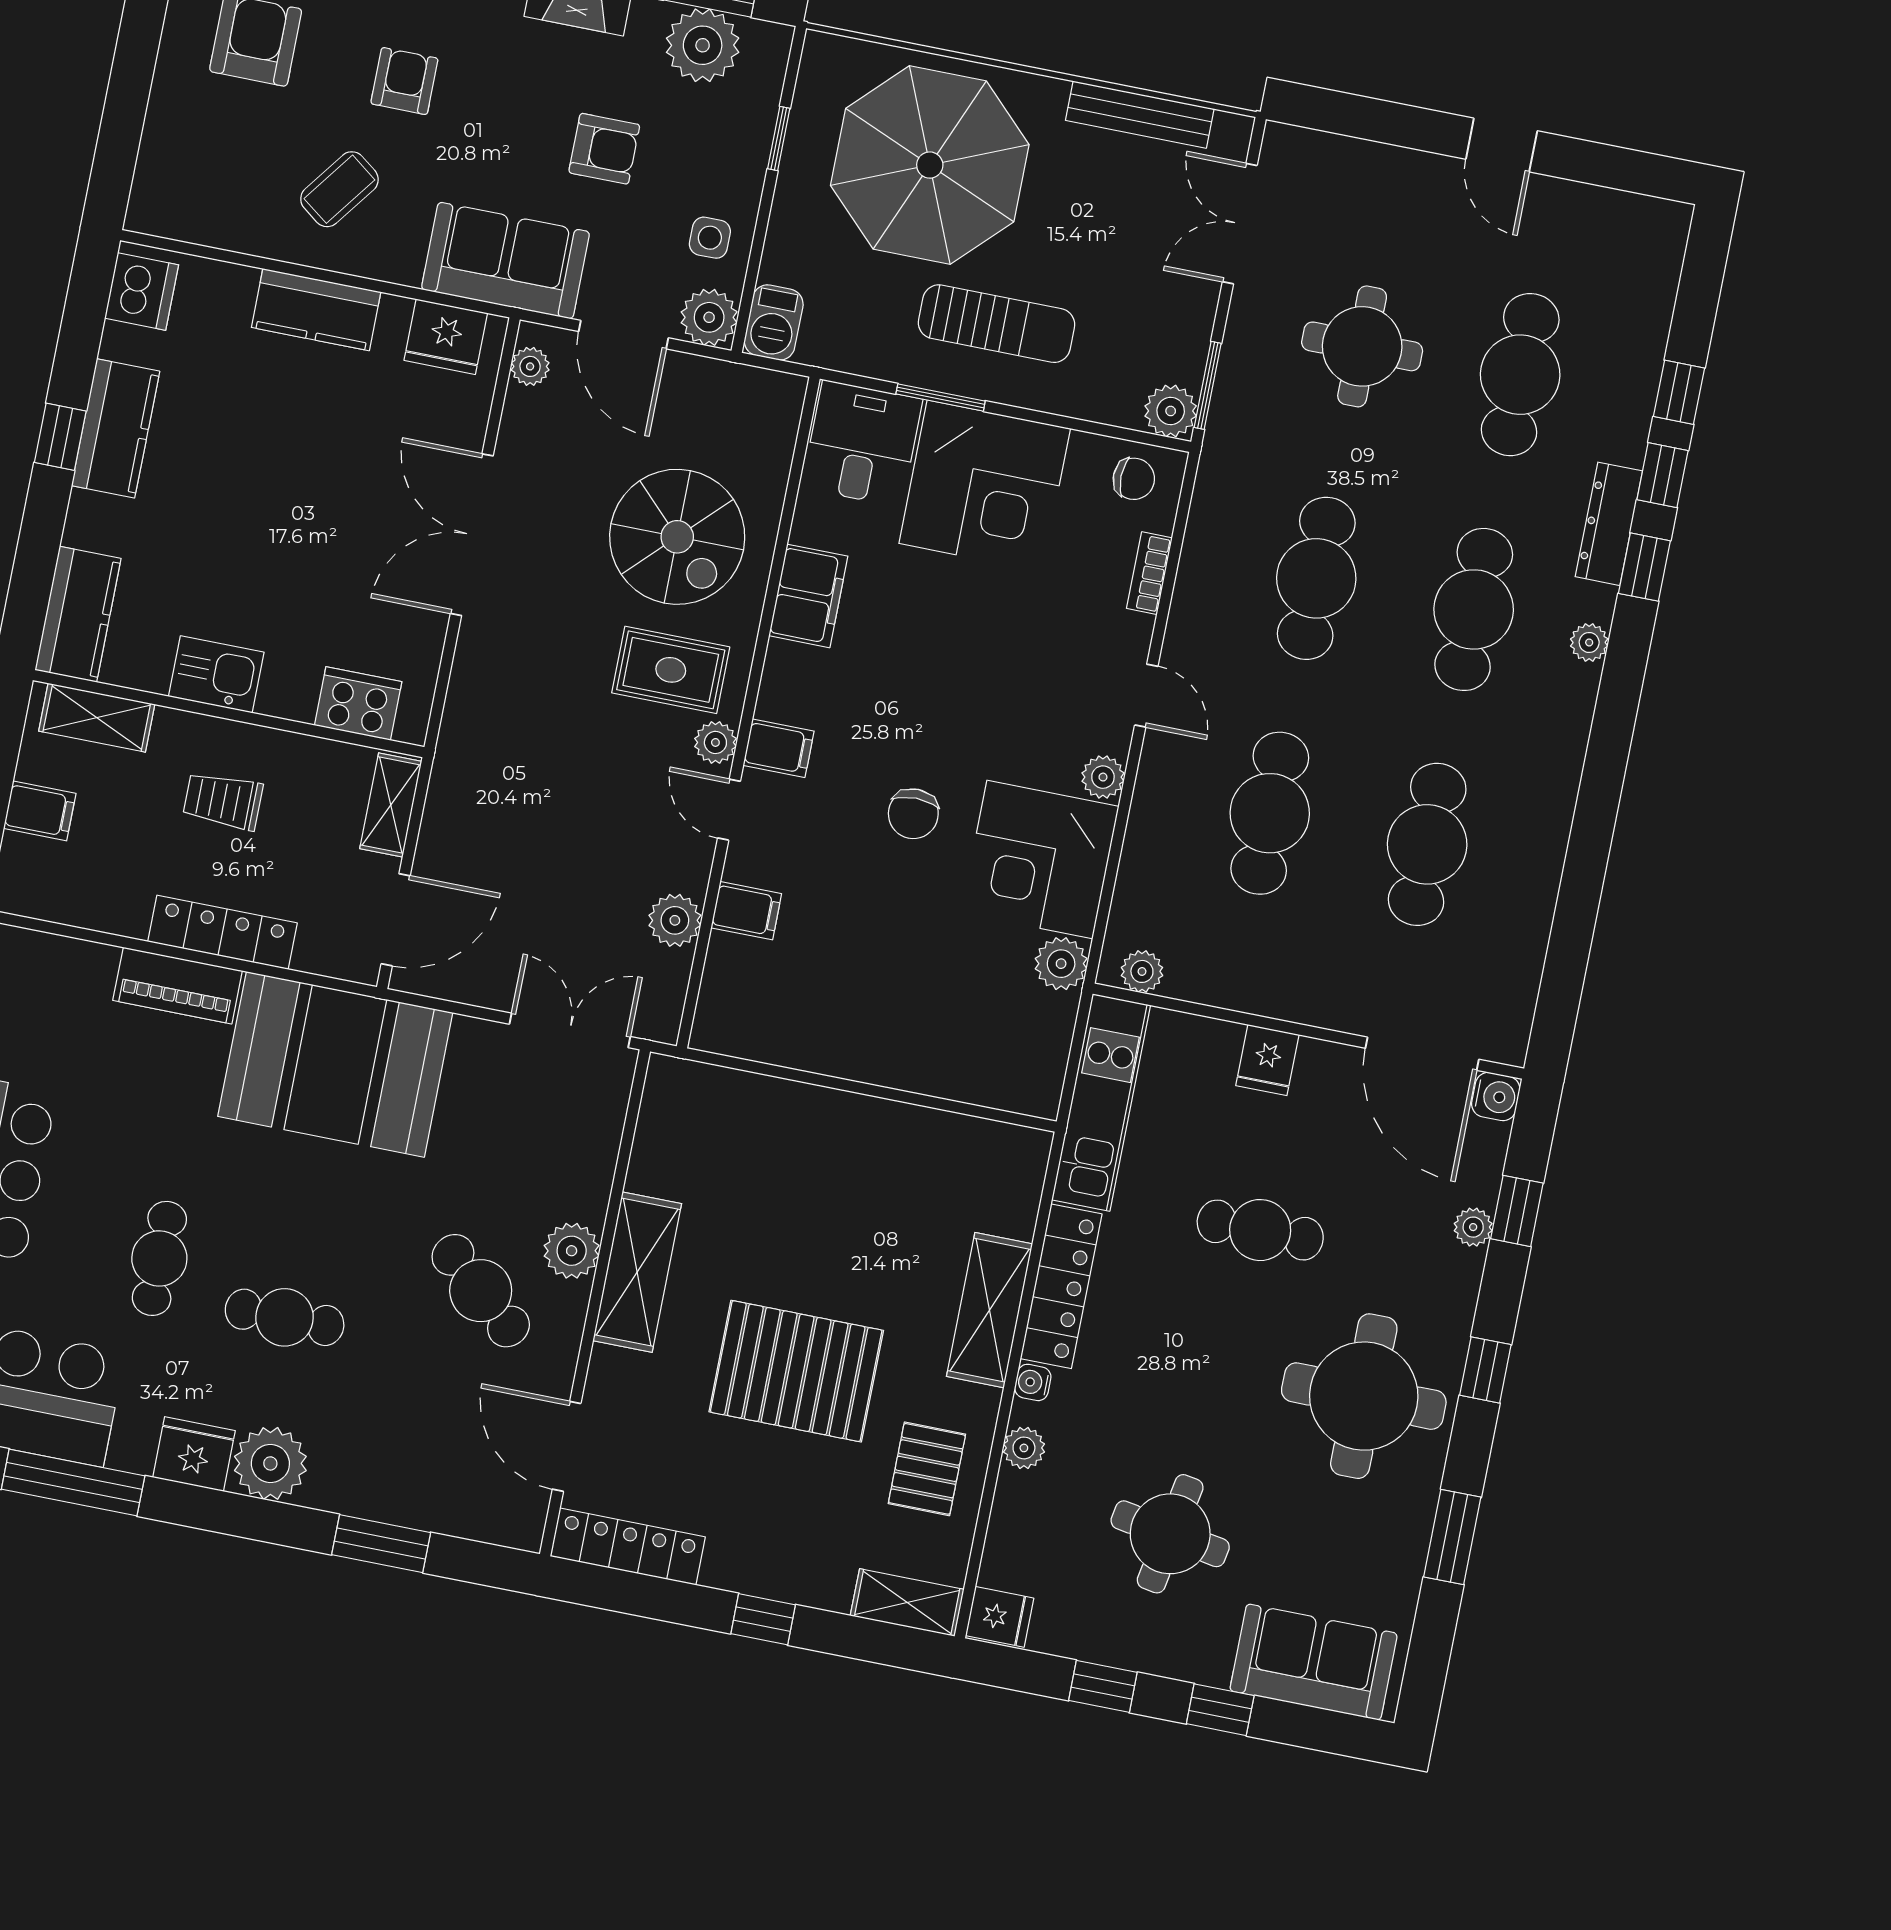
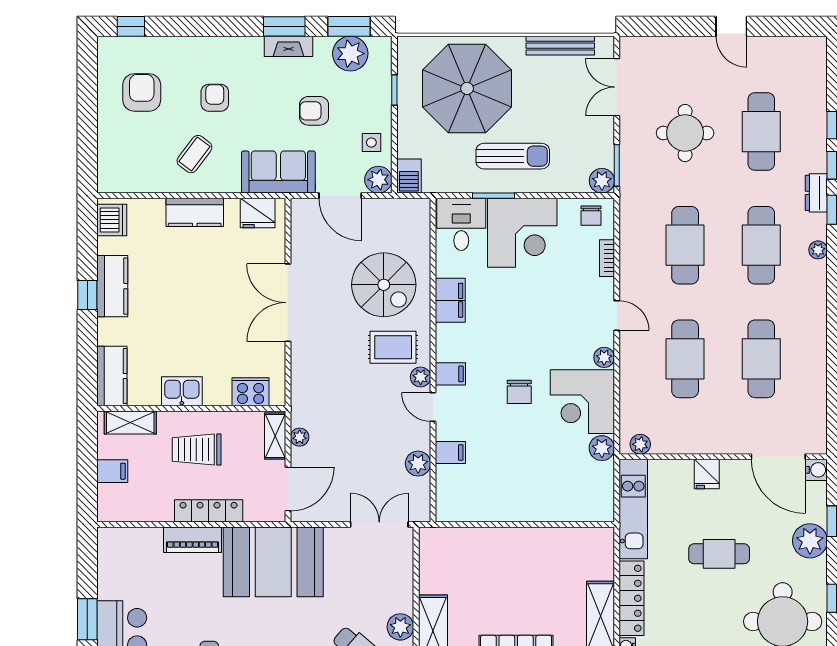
armchair: (604, 149) -> (314, 111), turned 180
plant: (530, 366) -> (300, 437), moved
chair: (1134, 479) -> (591, 216), turned 90
dresser: (1609, 524) -> (816, 193), width x0.70
trolley: (223, 801) -> (197, 450), width x1.36, depth x1.39
plant: (1473, 1227) -> (810, 541), width x1.88, depth x1.88

